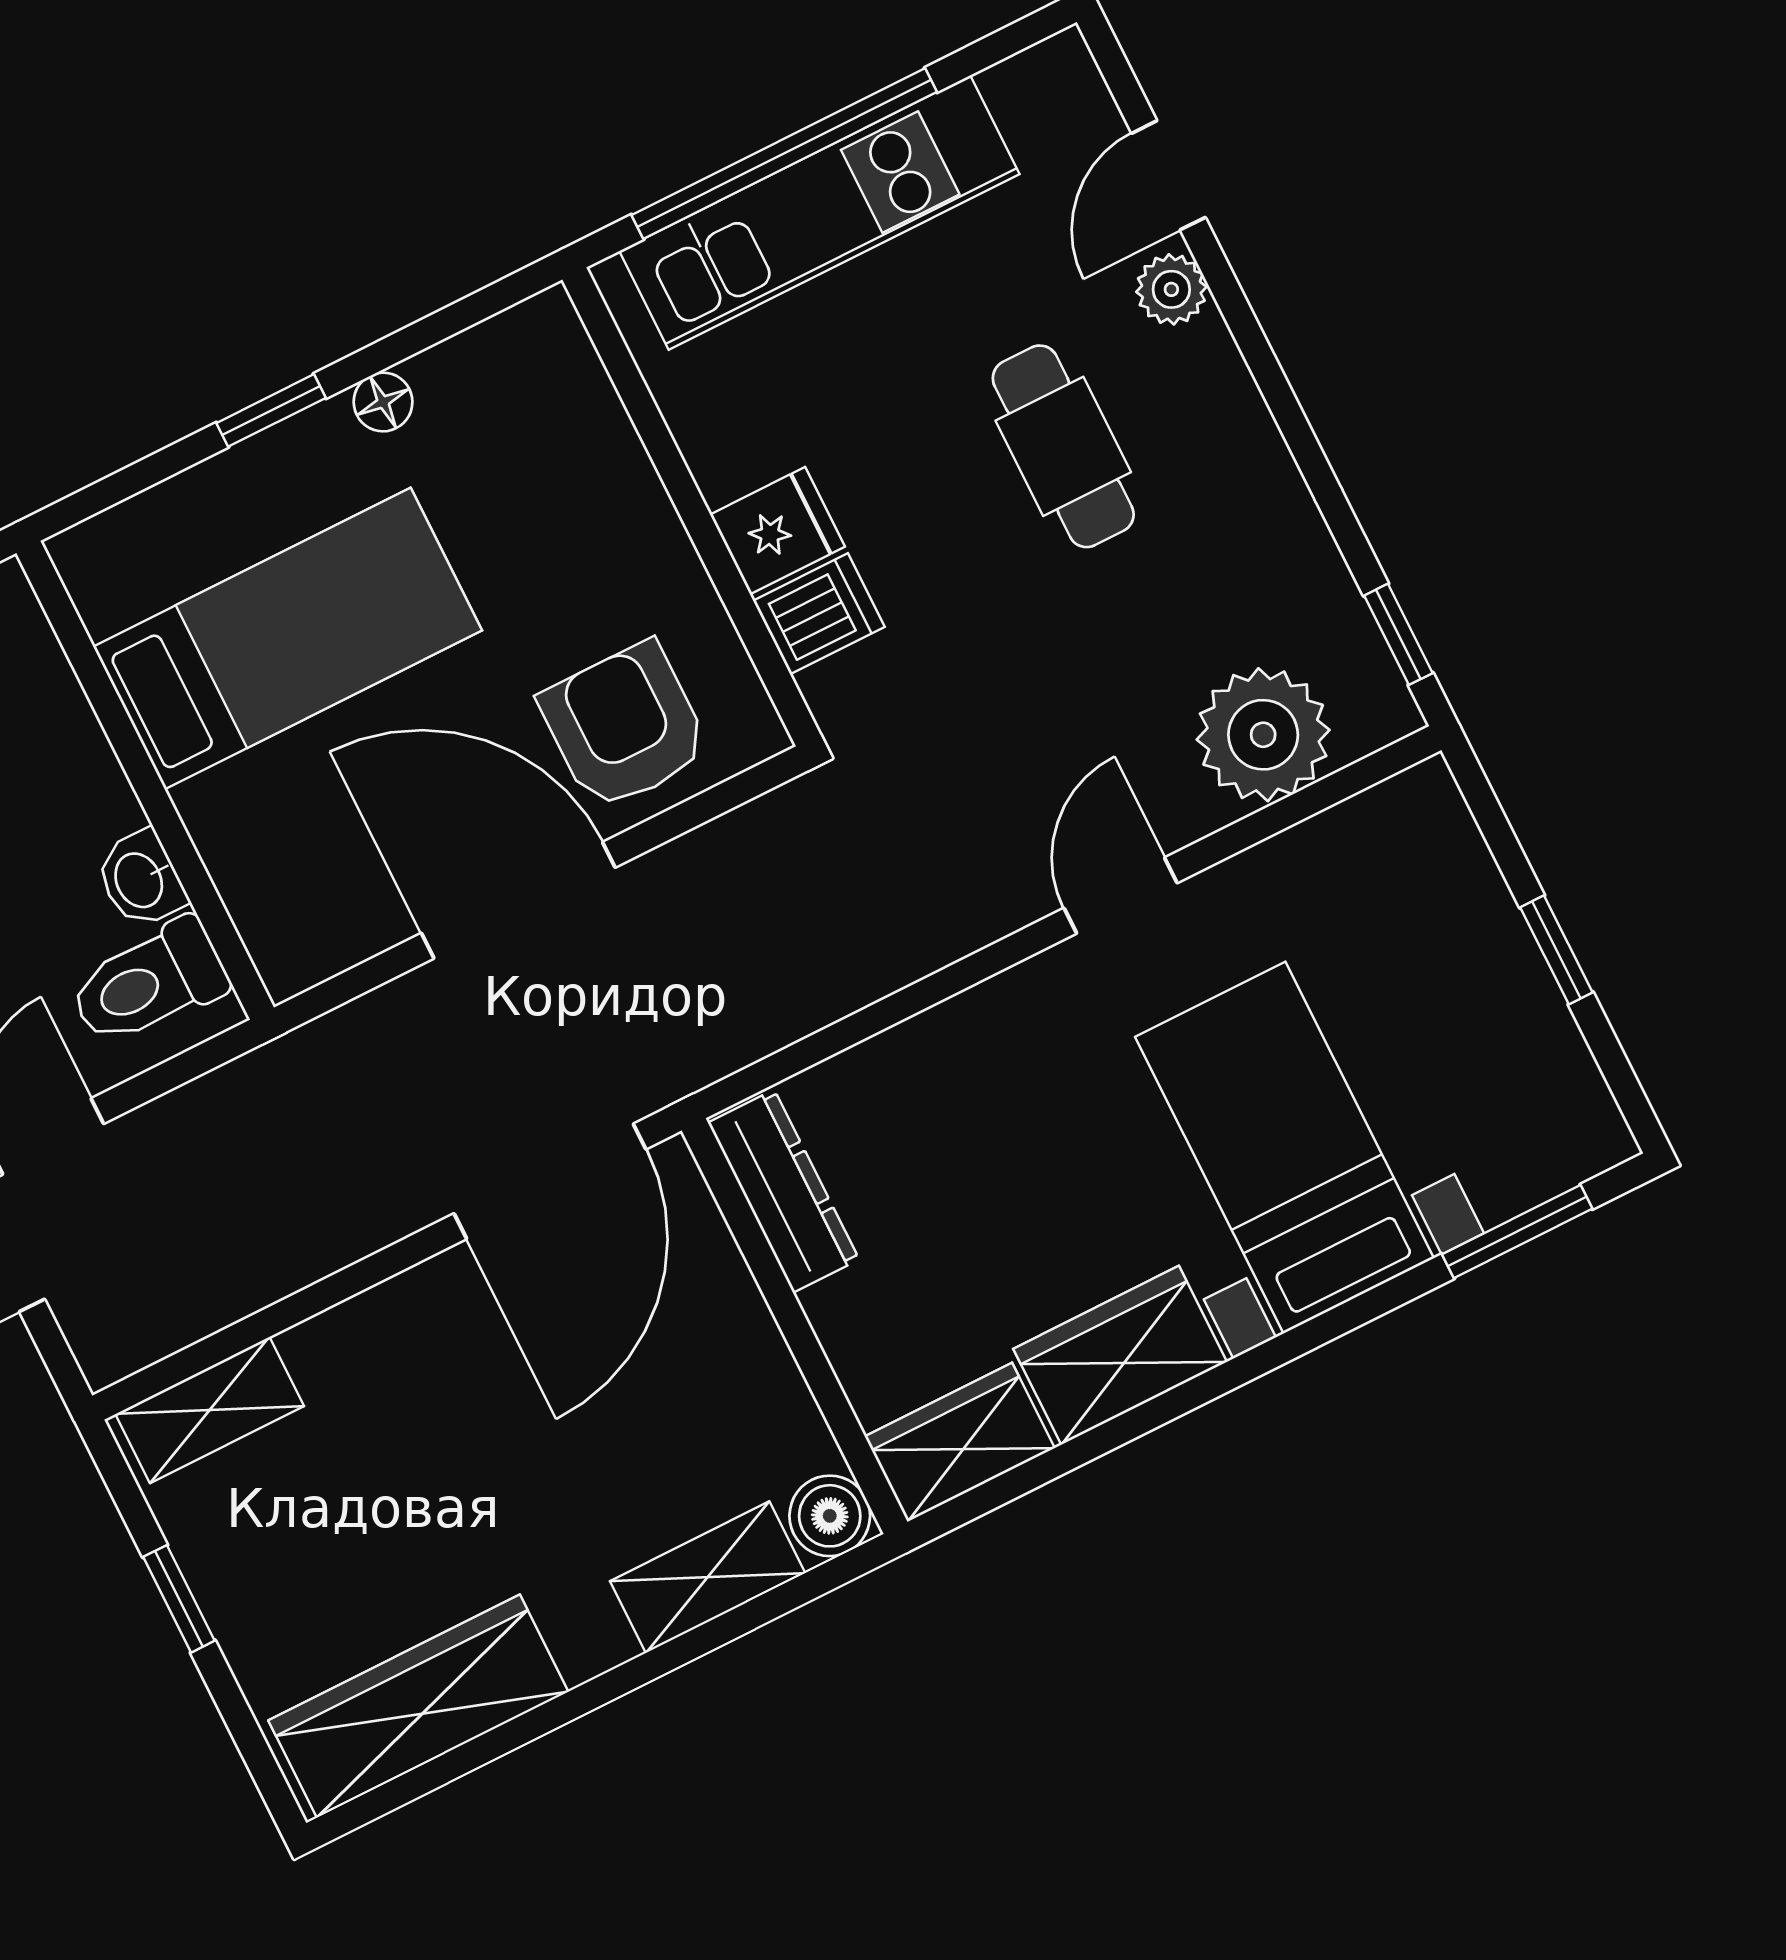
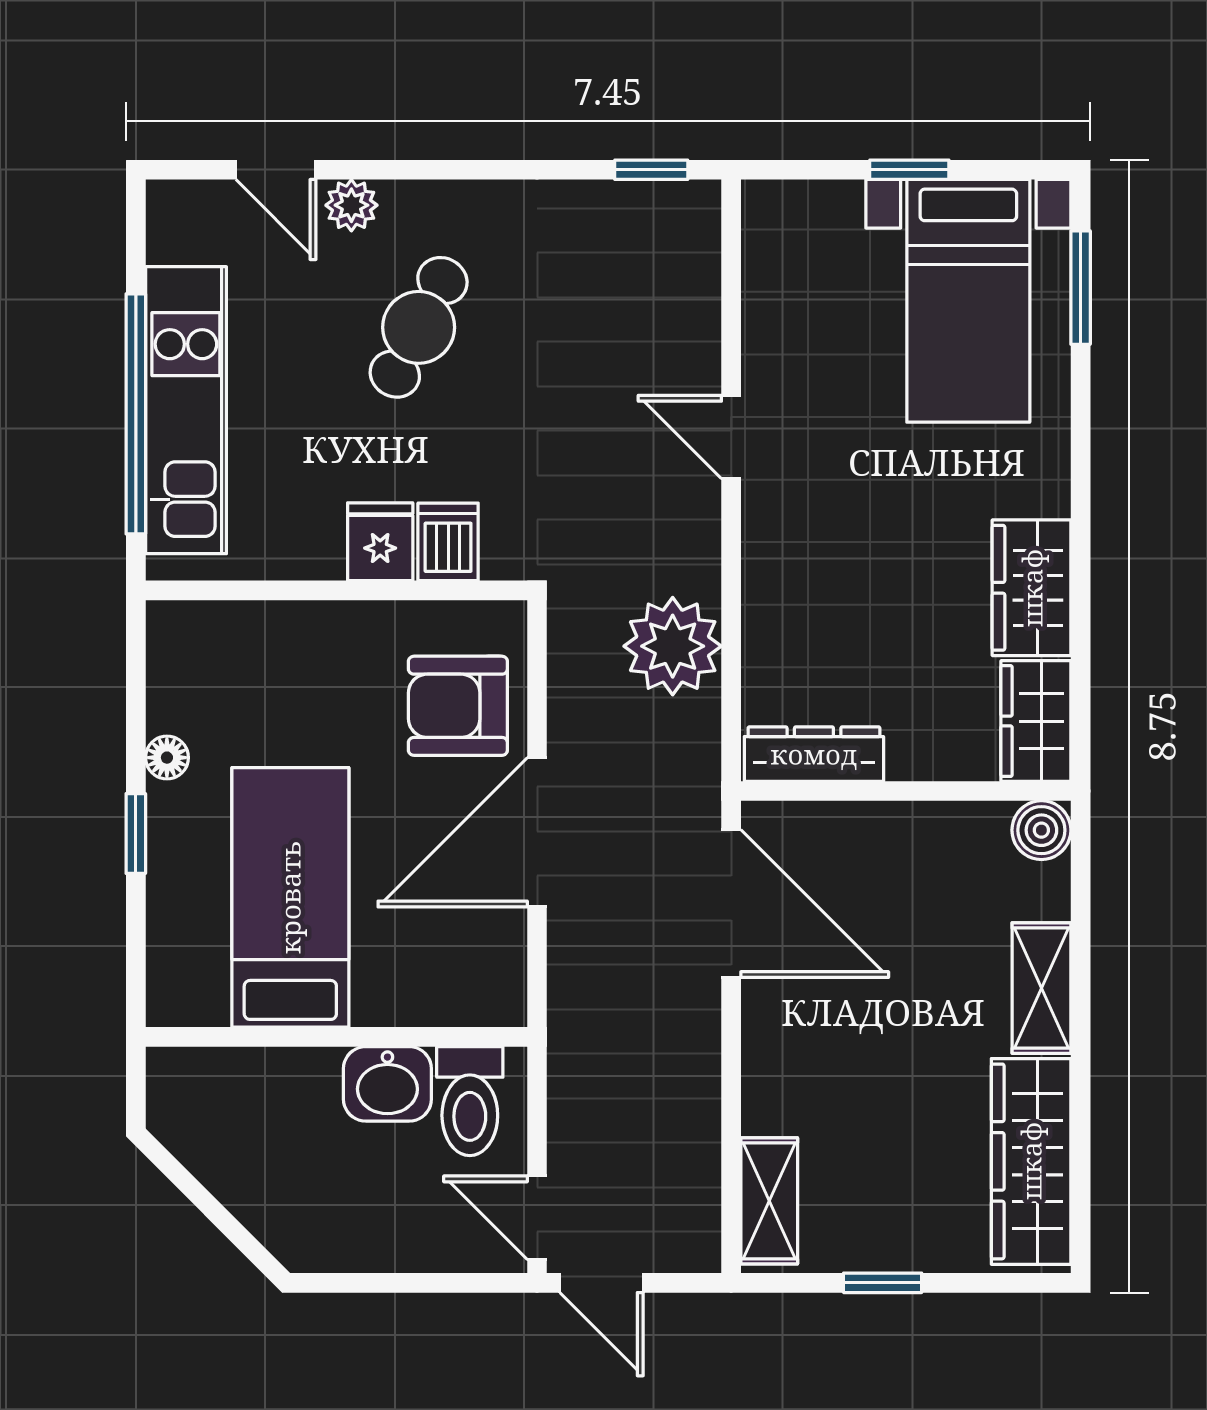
cafe table: (1063, 446) -> (419, 327), turned -63
plant: (1263, 735) -> (673, 646), moved
washbasin: (141, 879) -> (387, 1084), width x1.38, depth x1.45
bed with nightstands: (1284, 1148) -> (968, 301), moved, turned -90
shelving: (708, 1577) -> (1041, 988), moved

